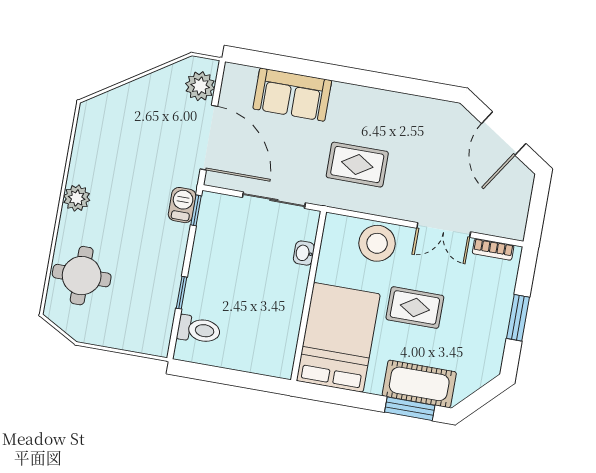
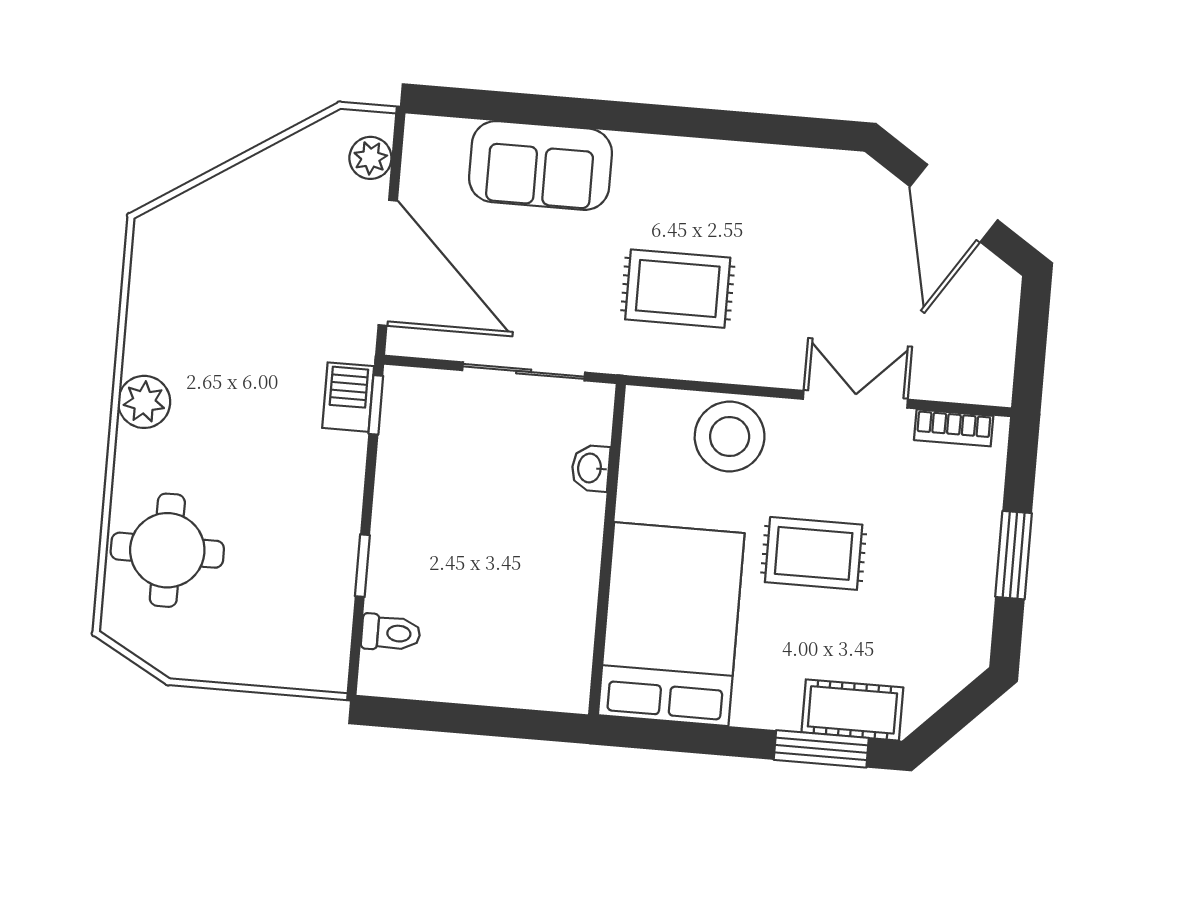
plant: (200, 86) -> (370, 158), width x0.73, depth x0.73
double door: (444, 230) -> (855, 399), swing flipped
toilet: (199, 330) -> (391, 633), width x0.73, depth x0.72
cot: (419, 384) -> (852, 710), width x0.73, depth x0.75

